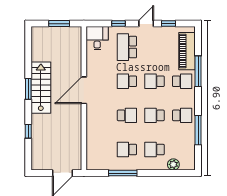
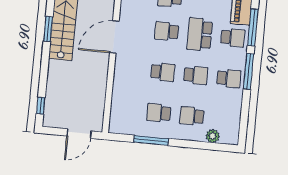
school desk: (155, 81) -> (200, 34), width x1.85
school desk: (155, 115) -> (196, 75), turned 180
window: (198, 130) -> (249, 71), moved
window: (28, 131) -> (41, 106), moved

